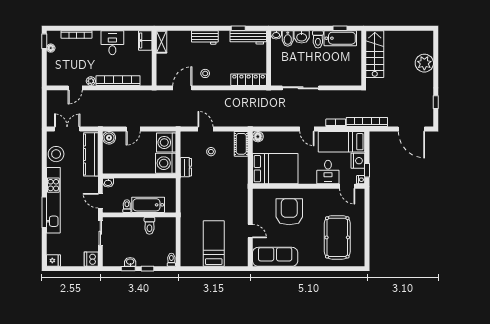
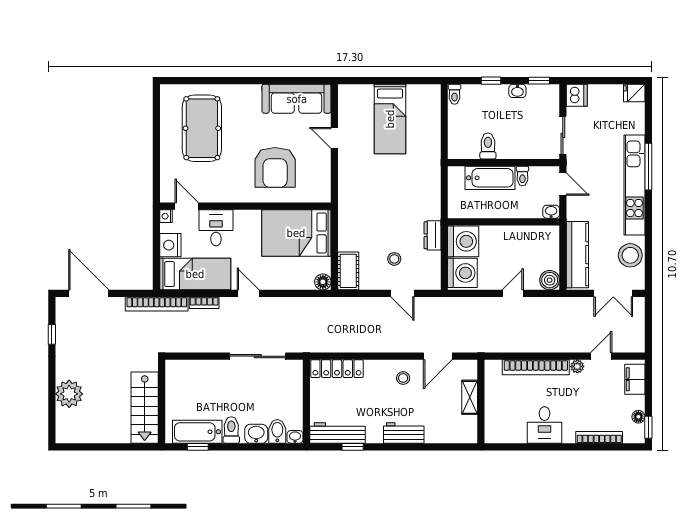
filing cabinet: (145, 40) -> (635, 379), moved, turned 180
shelving: (161, 42) -> (470, 397), moved
window: (367, 170) -> (156, 231), removed
window: (128, 269) -> (539, 81), moved

